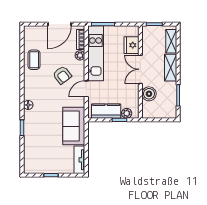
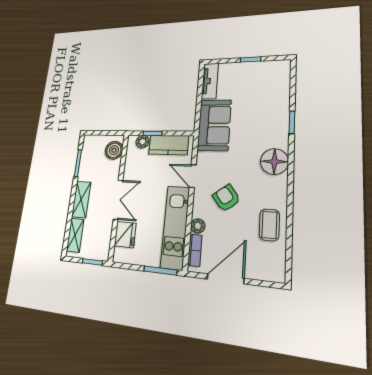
door: (86, 89) -> (193, 176), swing flipped
boiler: (149, 94) -> (114, 150), moved
floor lamp: (28, 105) -> (274, 162), width x1.89, depth x1.89

